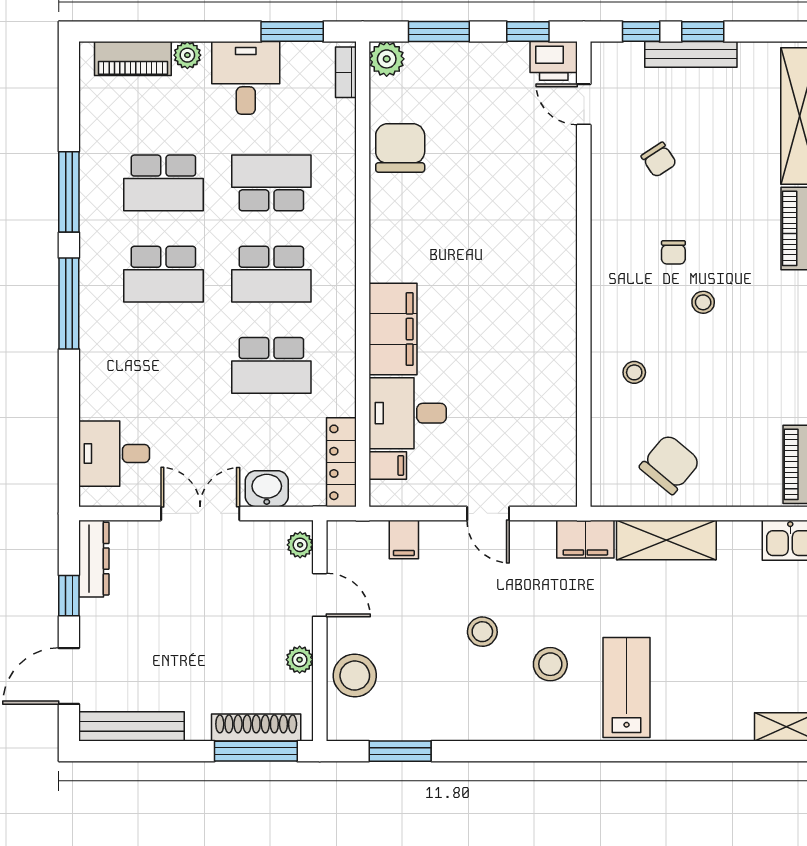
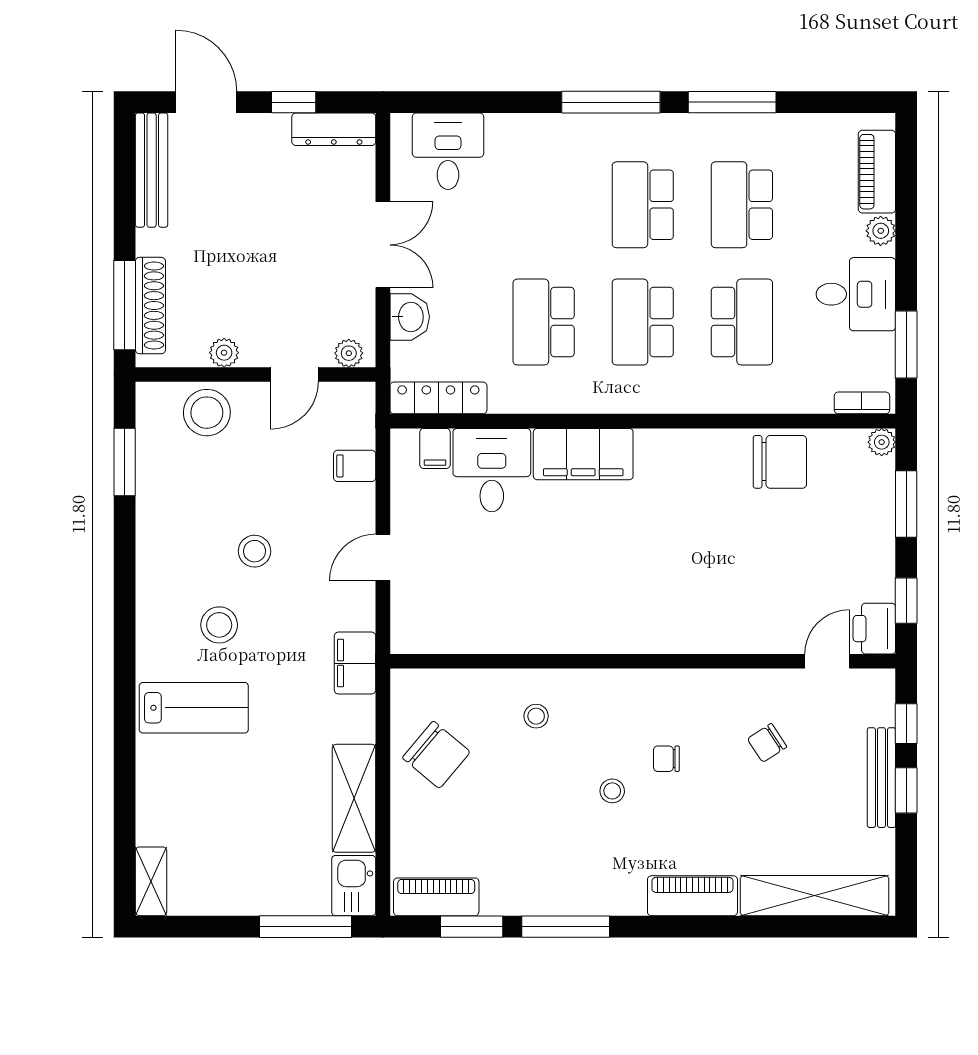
plant: (387, 59) -> (882, 442), width x0.73, depth x0.73
shelving: (666, 540) -> (354, 798), moved

